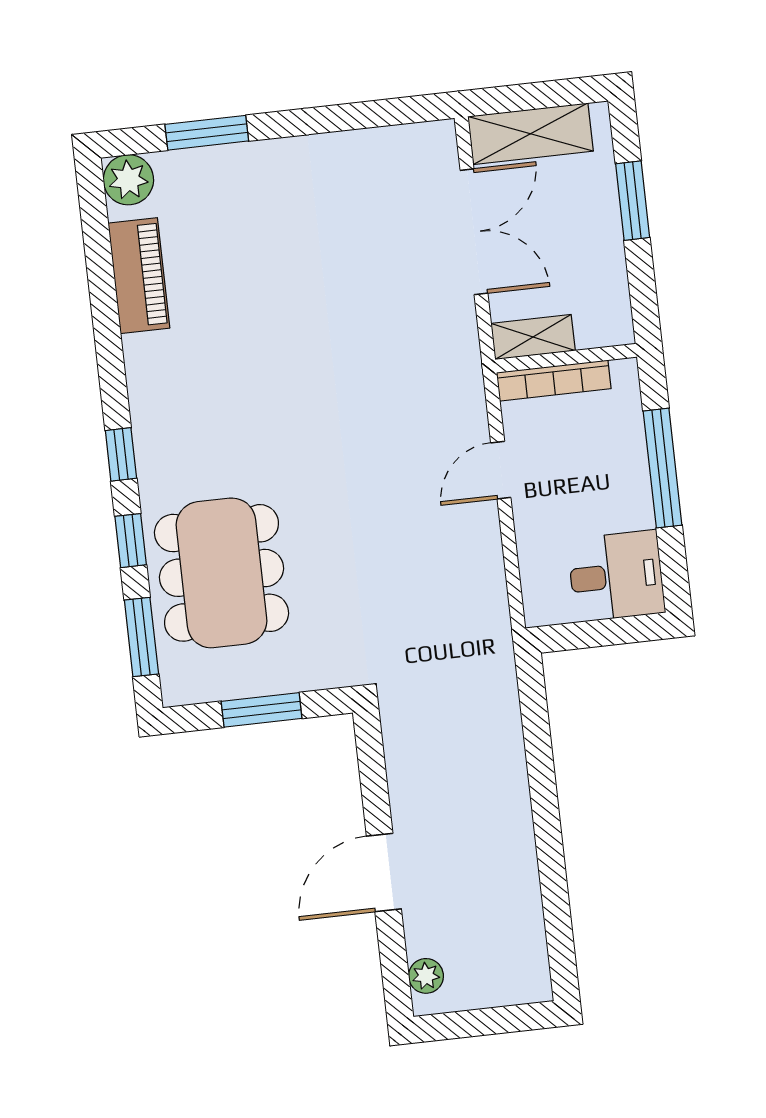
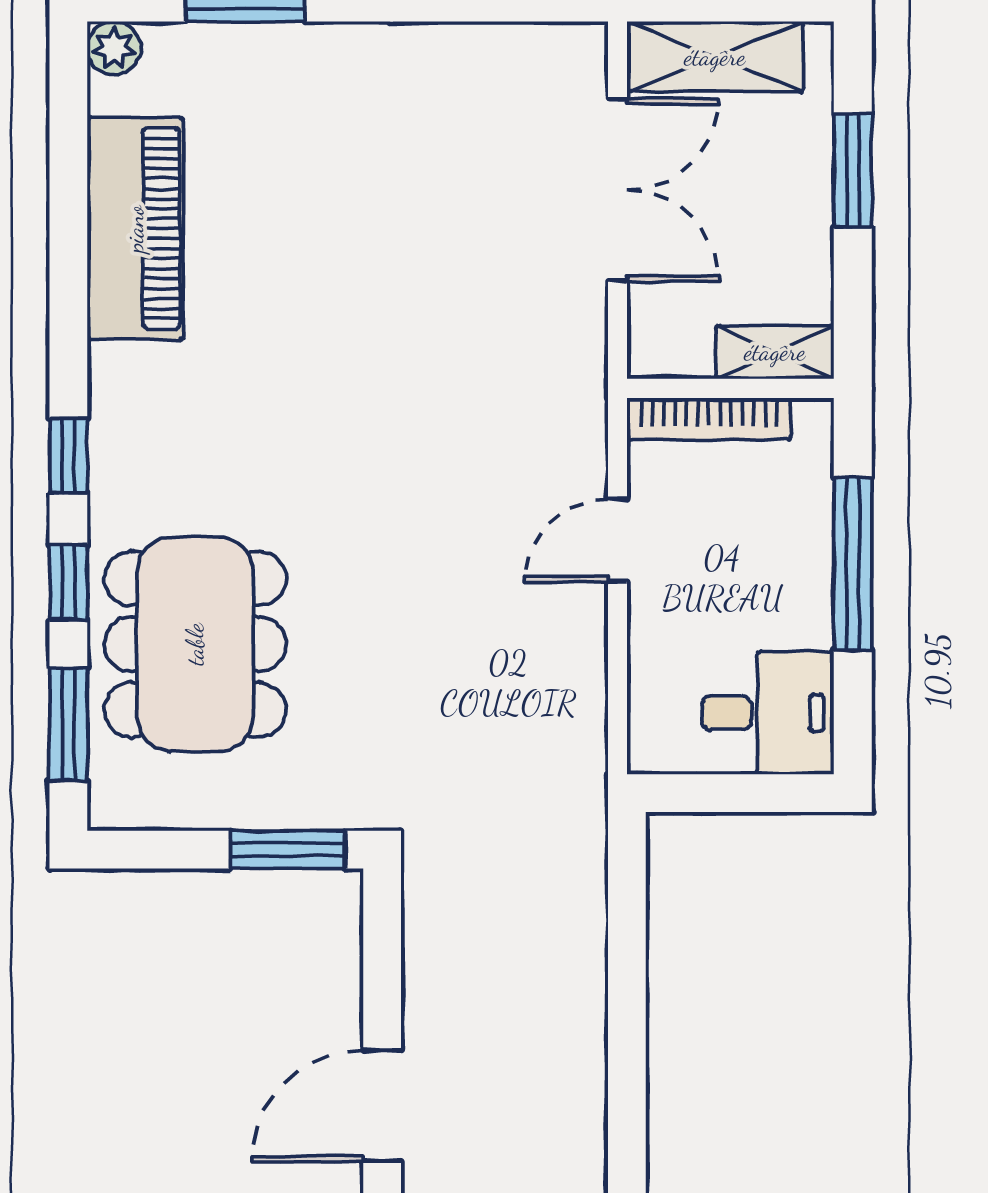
plant: (128, 180) -> (114, 48), width x0.73, depth x0.73
piano: (139, 276) -> (135, 229), width x1.37, depth x1.33
shelving: (533, 337) -> (775, 352), moved
window: (262, 710) -> (288, 850), moved

